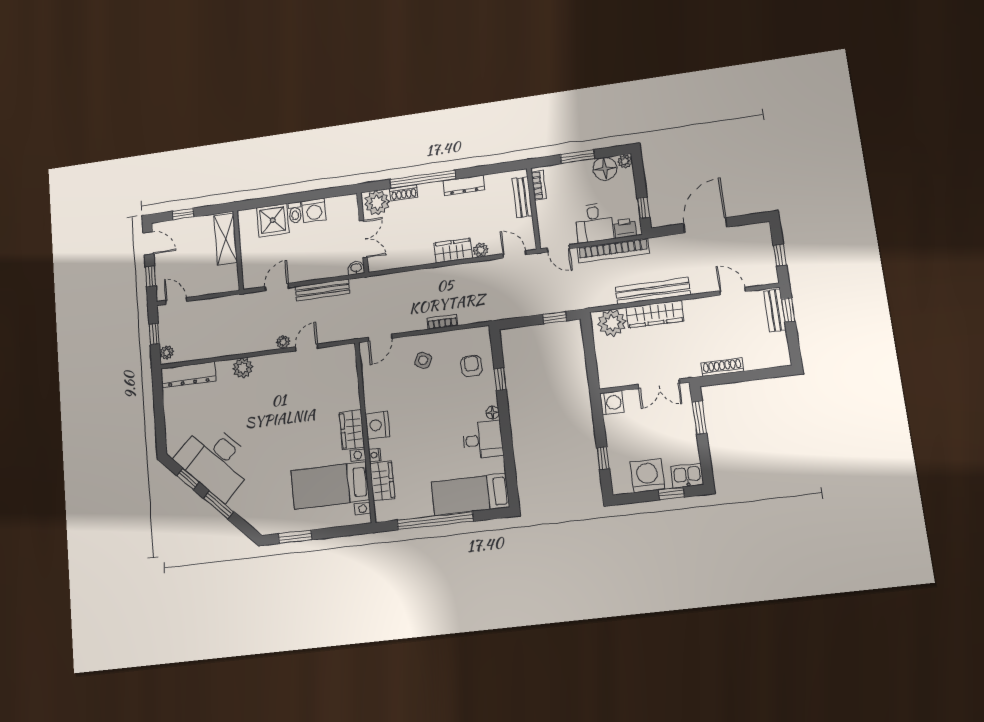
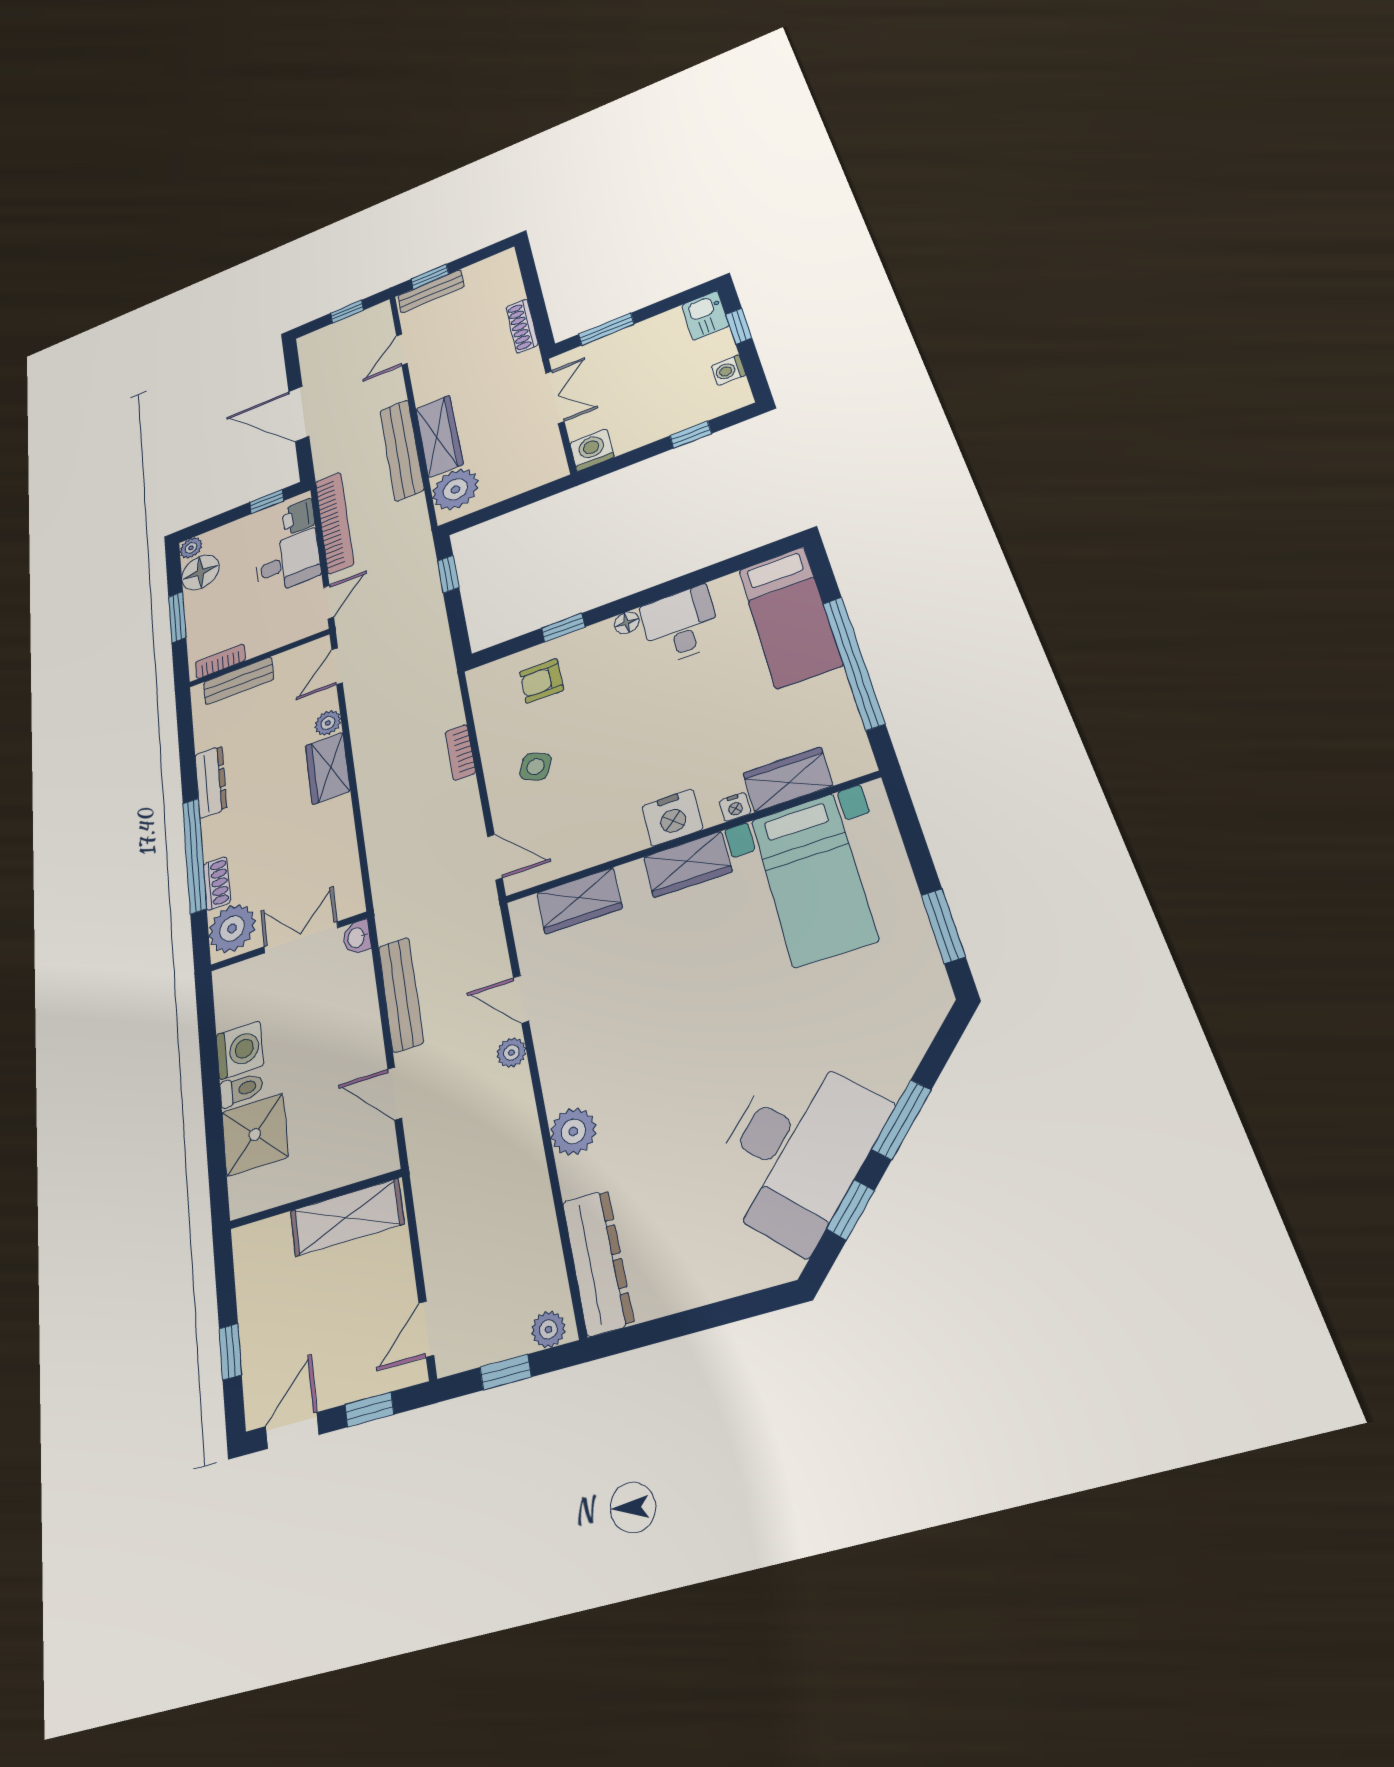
shelving: (226, 239) -> (347, 1217), moved
wardrobe: (347, 378) -> (579, 901), added
washing machine: (647, 476) -> (728, 370), width x0.53, depth x0.53

